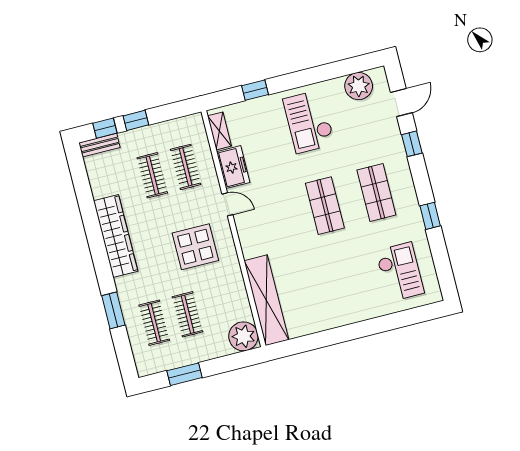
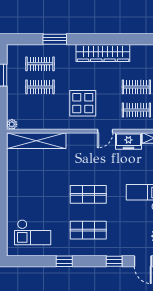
plant: (243, 336) -> (12, 124), width x0.53, depth x0.53

